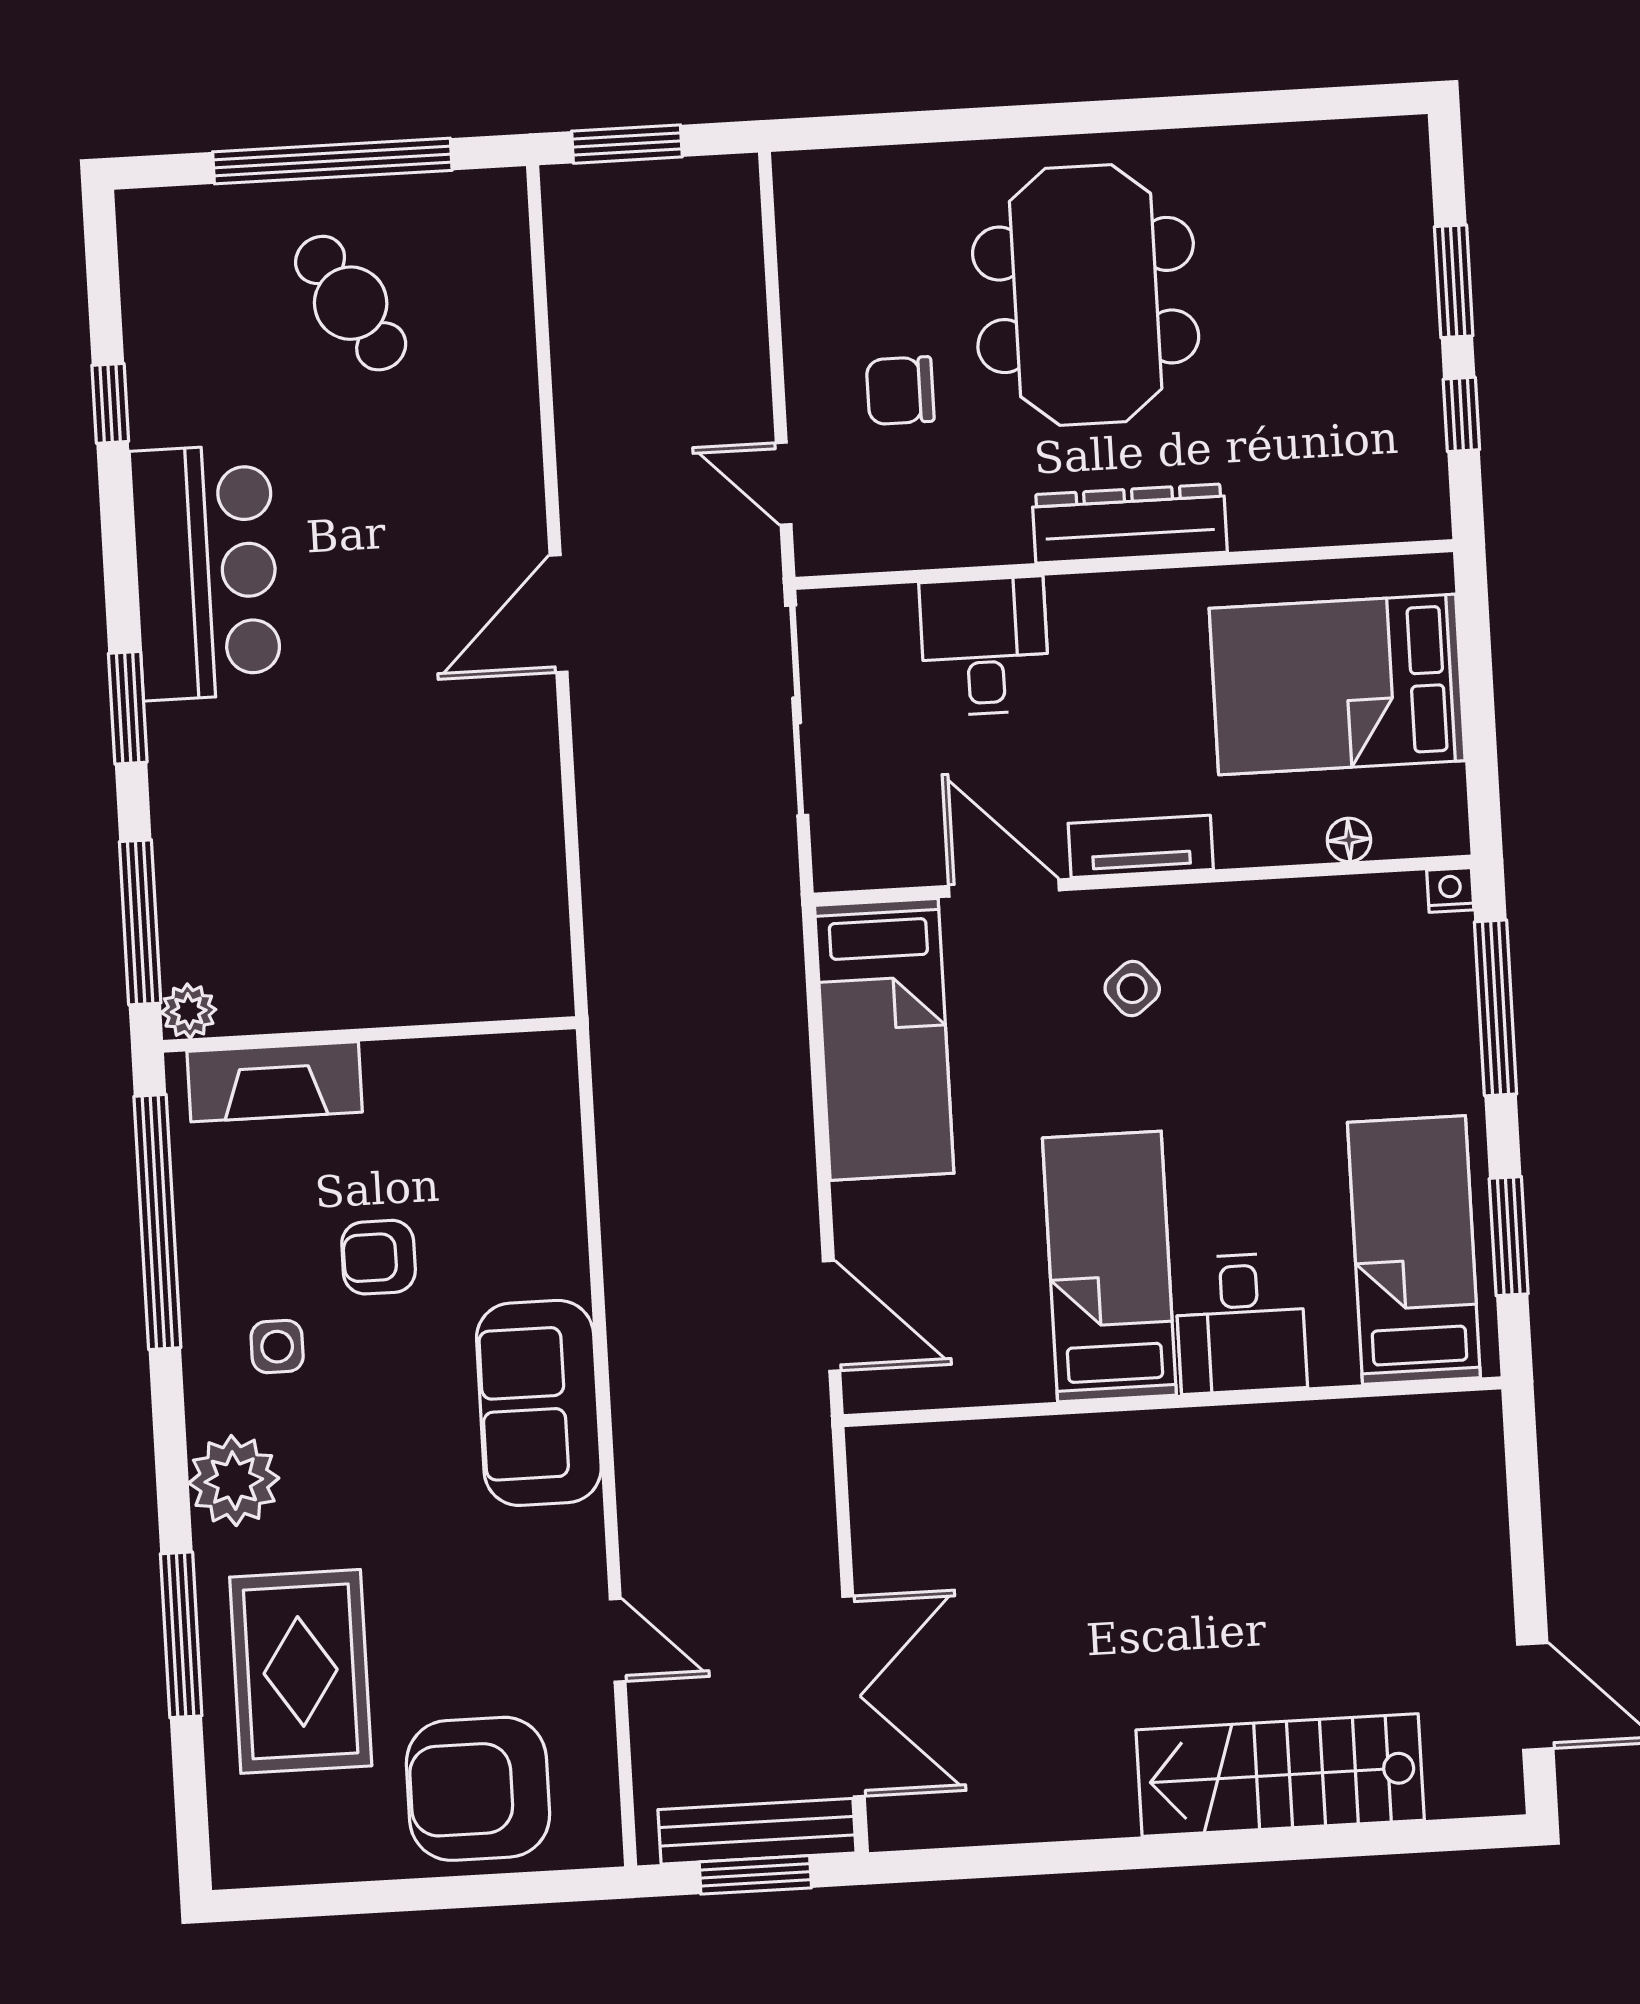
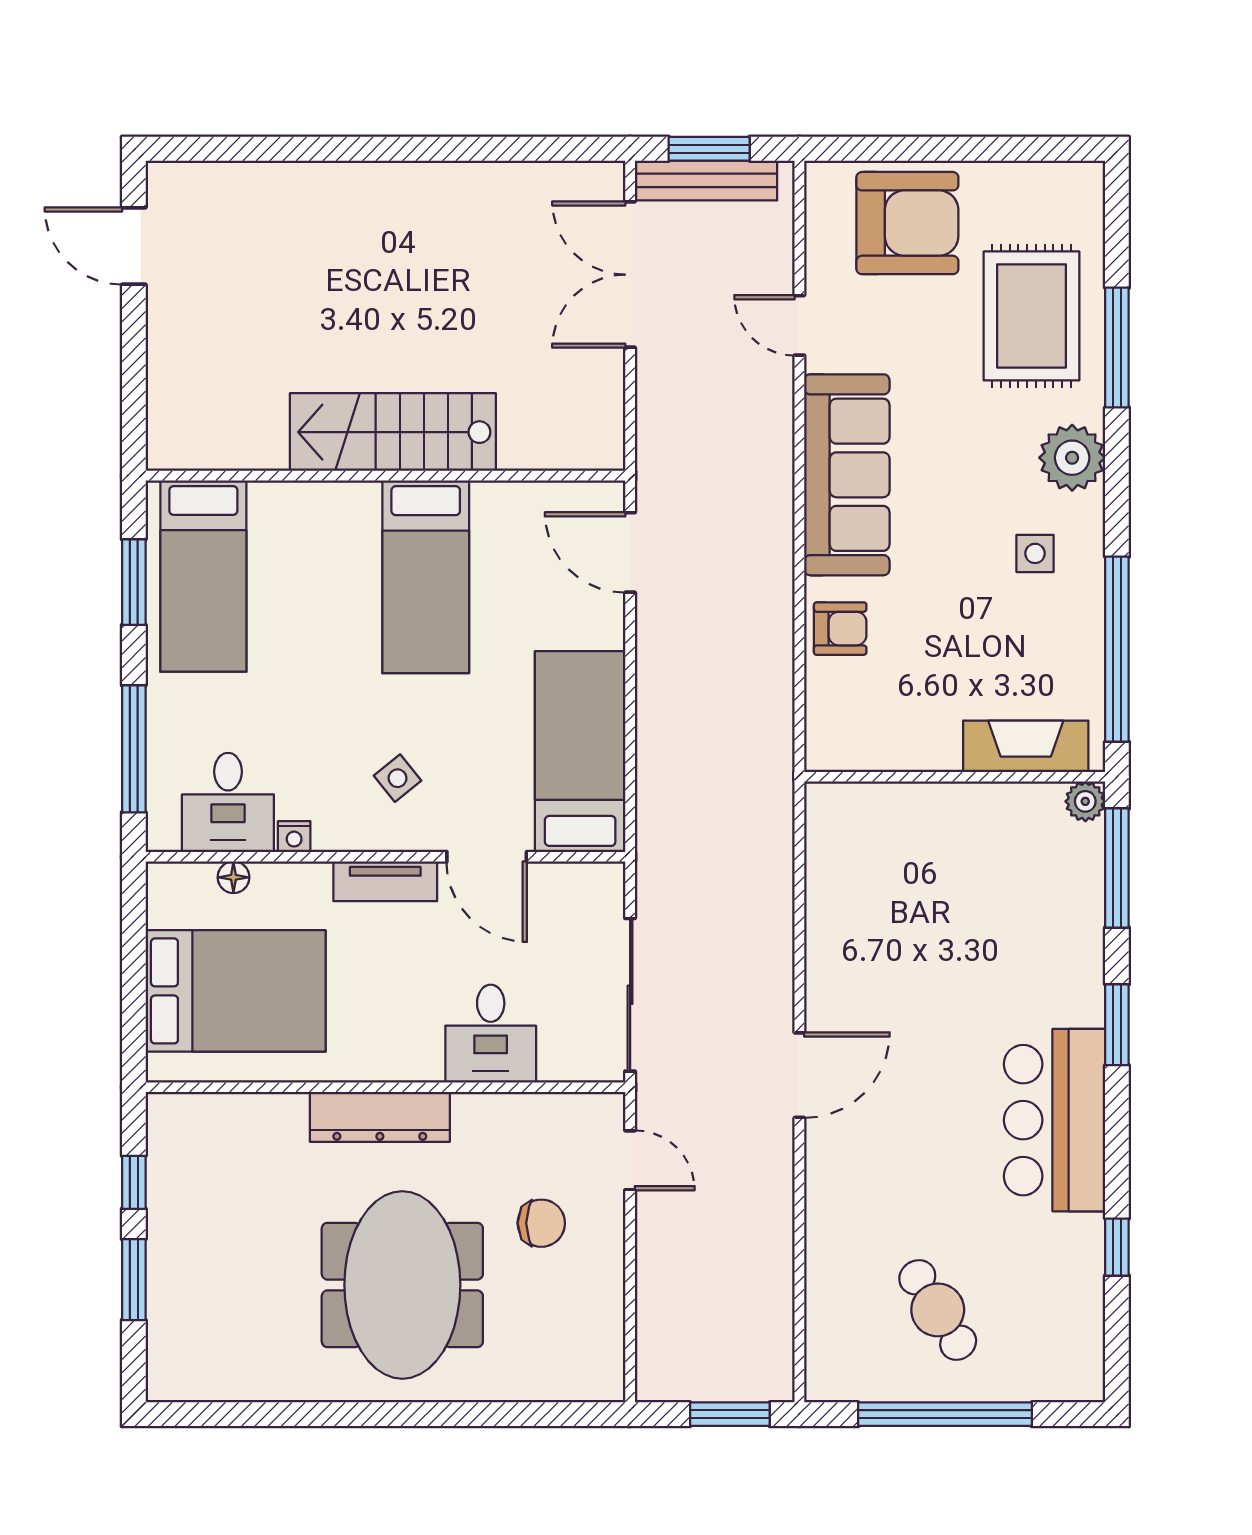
nightstand: (1450, 890) -> (294, 837), moved
armchair: (379, 1257) -> (840, 629), moved
desk: (1241, 1323) -> (228, 802), moved, turned 180
sofa: (539, 1403) -> (847, 475), width x1.36
stairs: (1280, 1775) -> (393, 432), moved, turned 180

